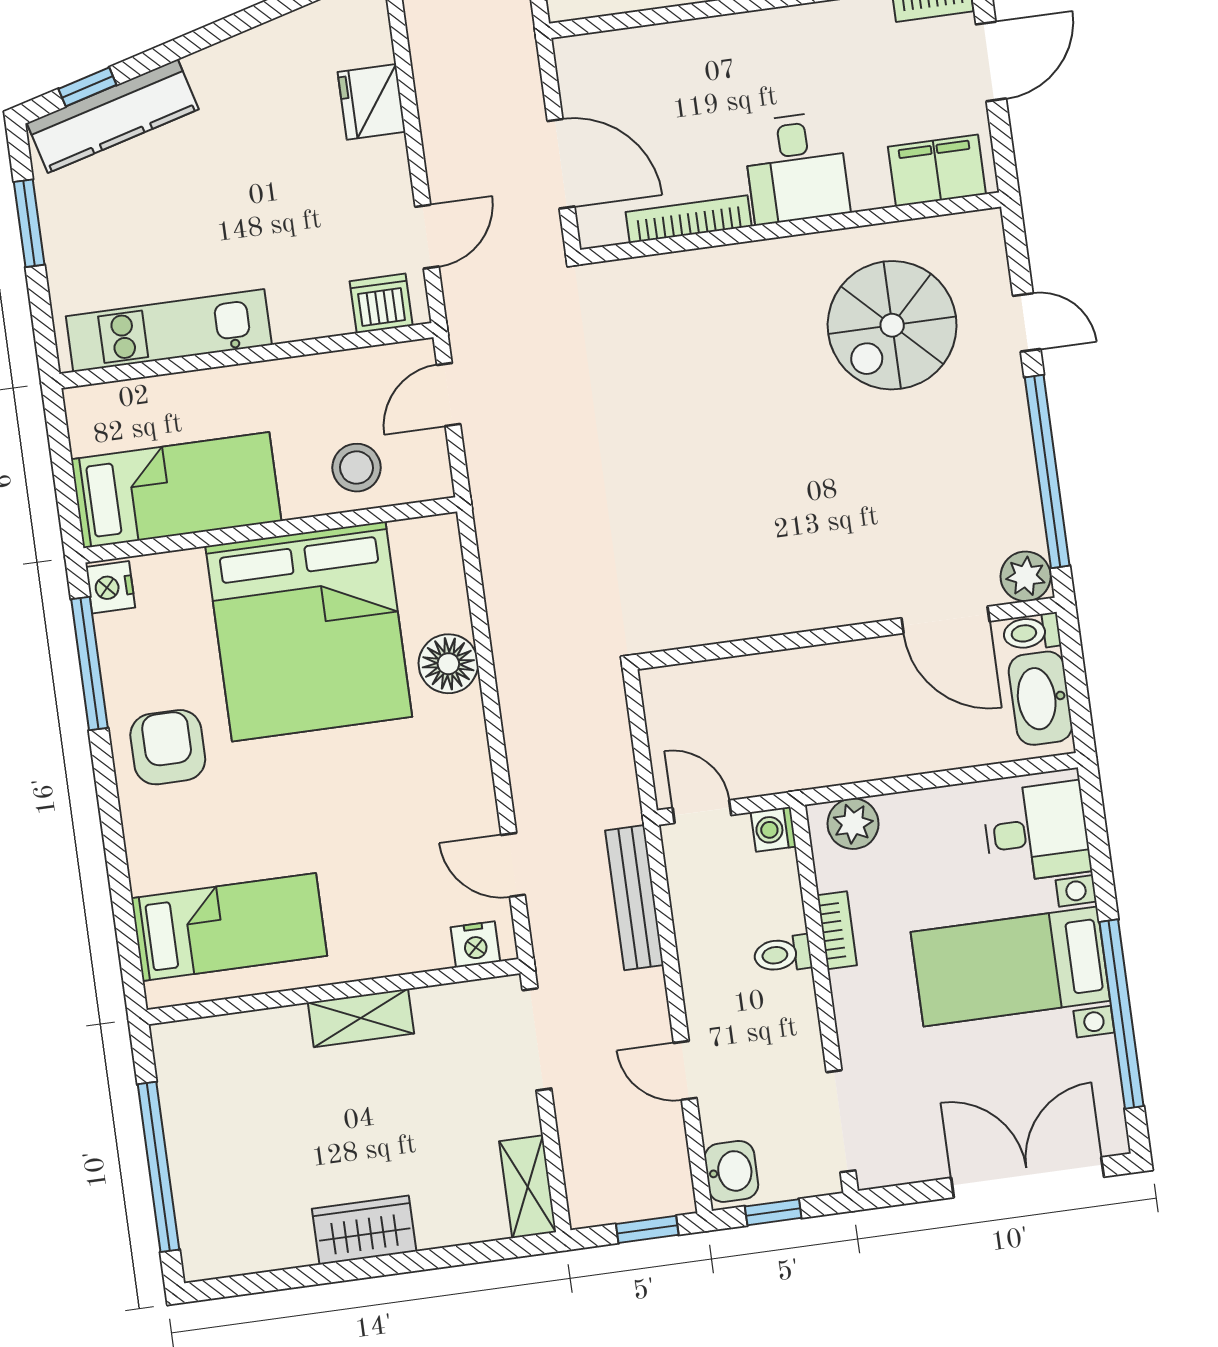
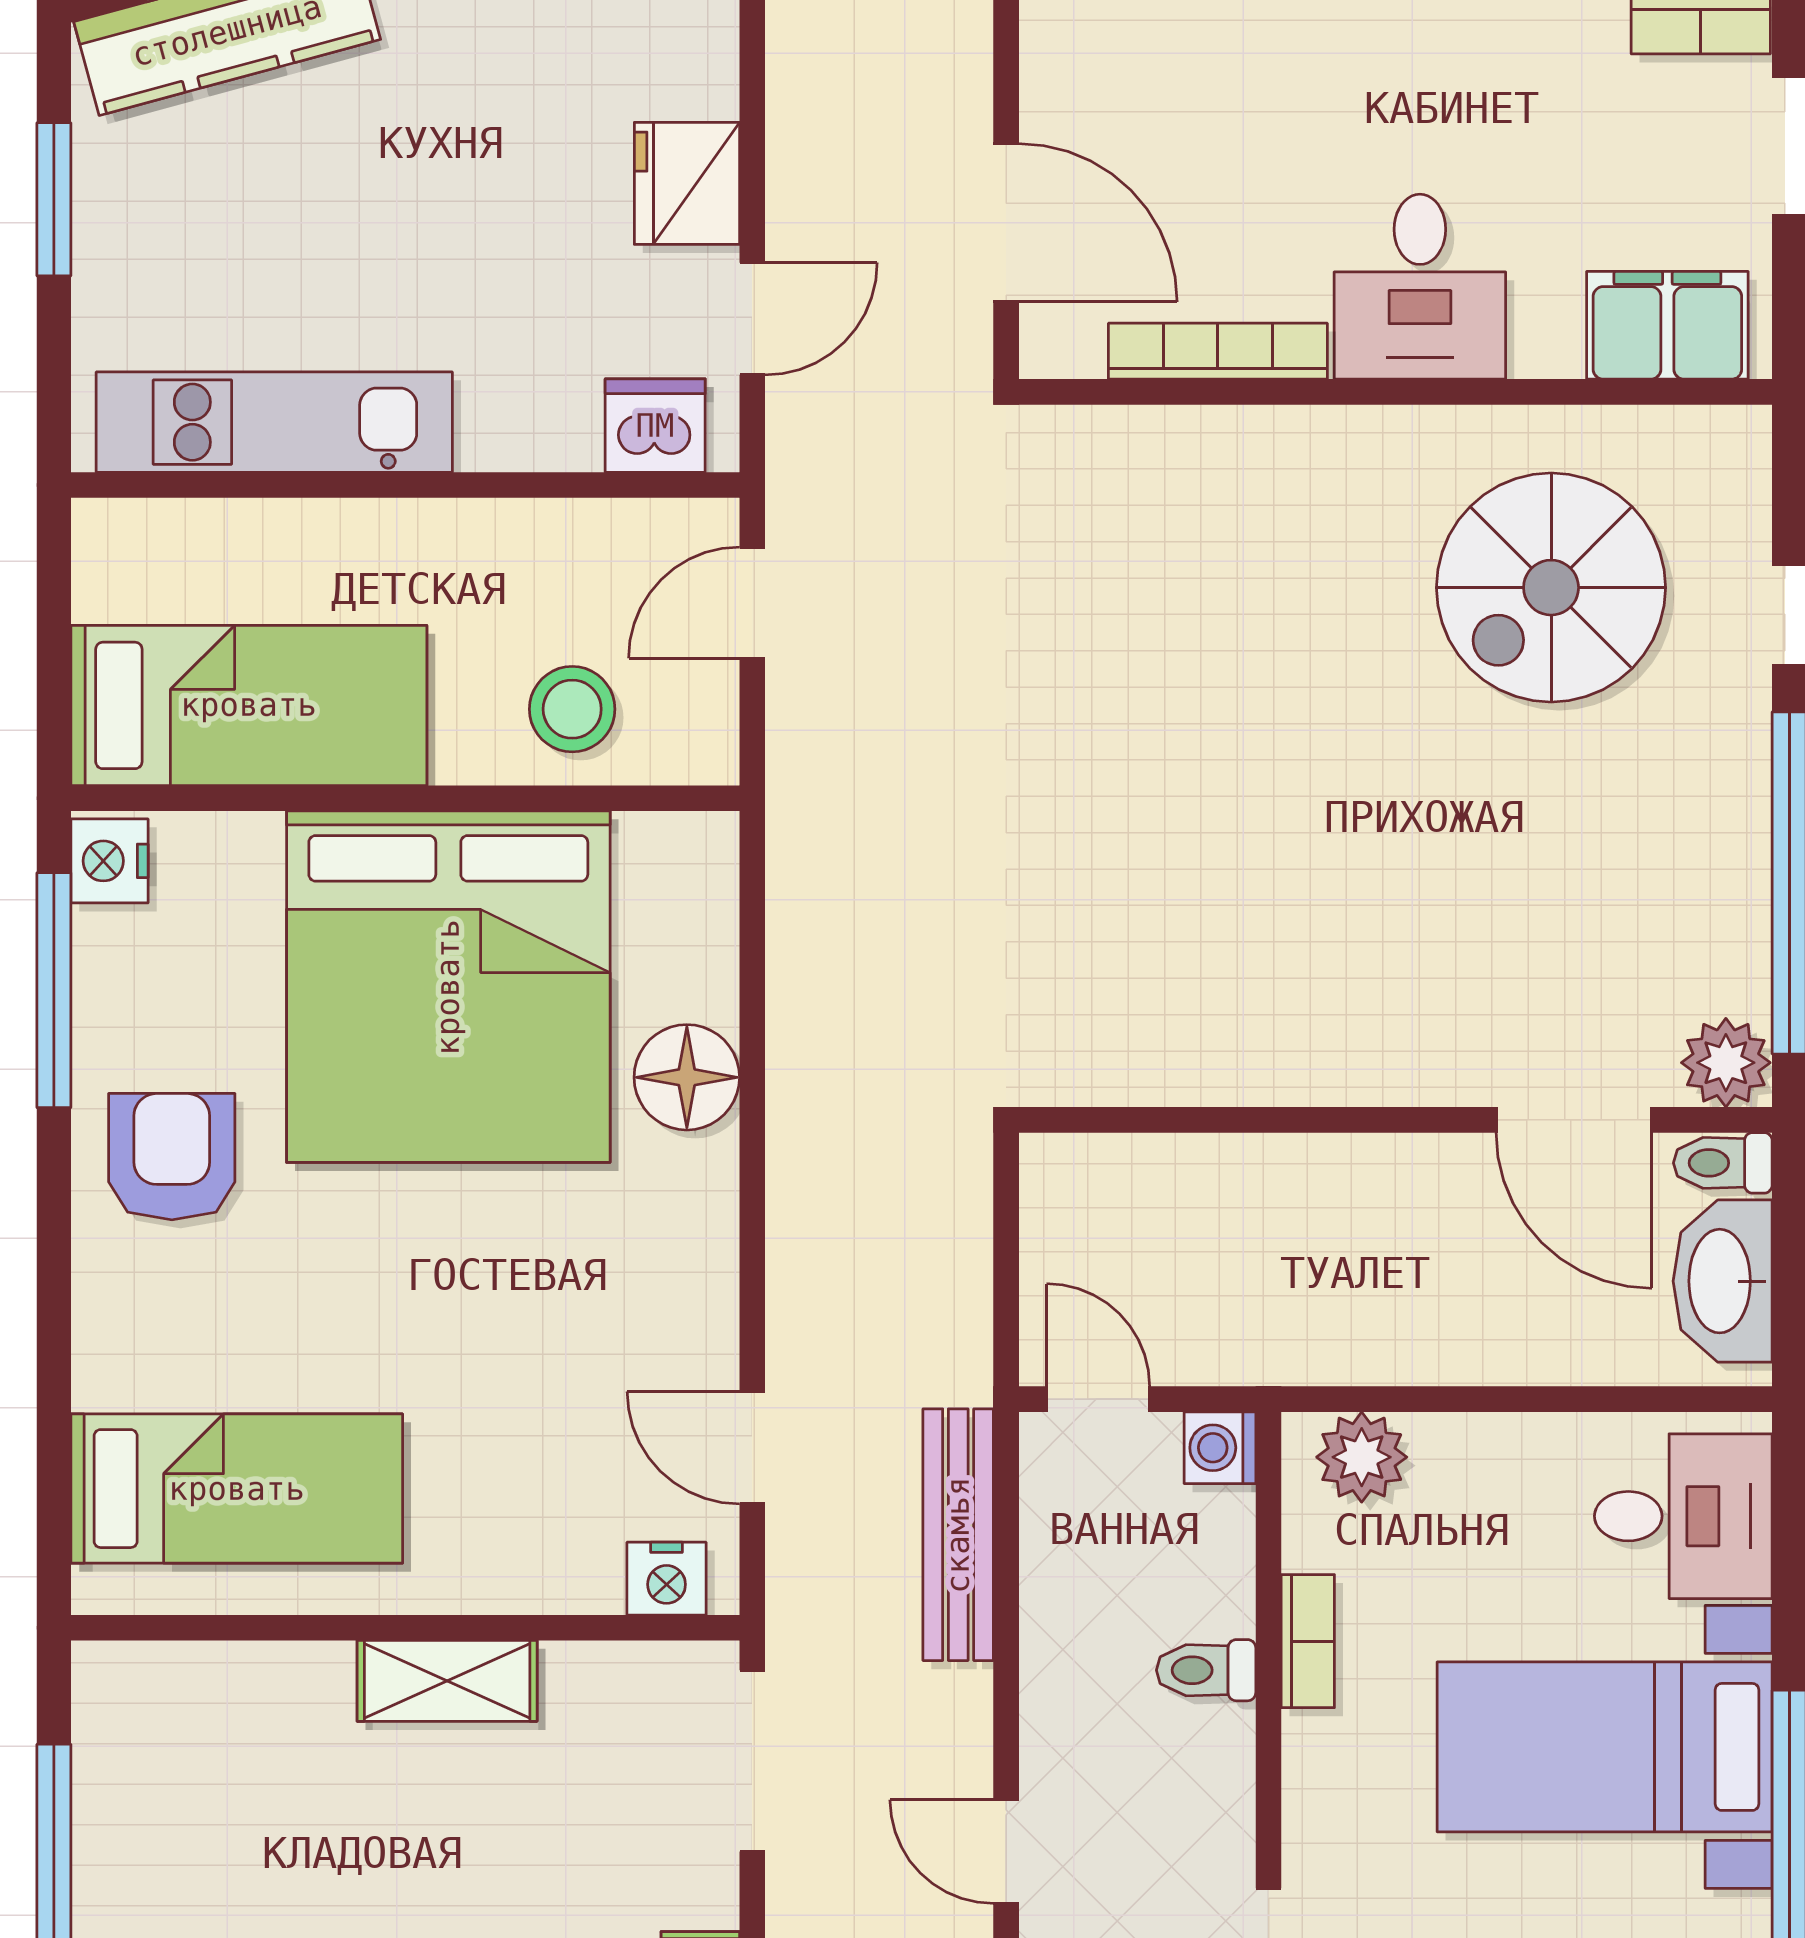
fridge: (371, 102) -> (687, 183), moved

